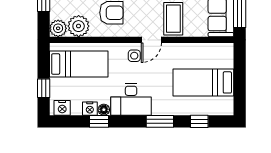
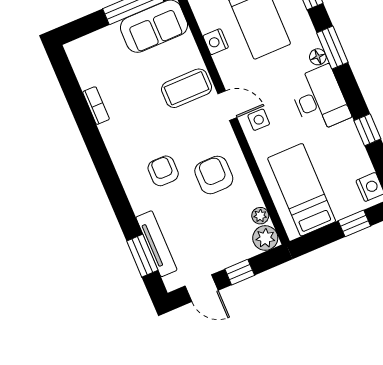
plant: (79, 26) -> (260, 216), width x0.53, depth x0.53
nightstand: (90, 109) -> (216, 42), moved, turned 180
floor lamp: (104, 110) -> (318, 57), moved

